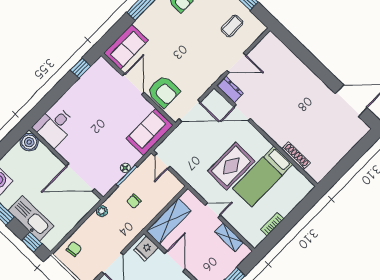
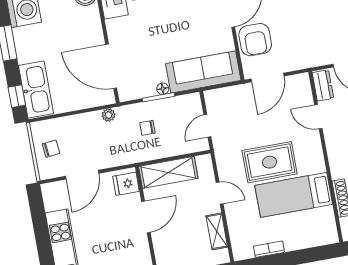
door: (190, 111) -> (268, 77), hinge flipped
sofa: (150, 132) -> (203, 72), width x1.36
door: (162, 161) -> (207, 126), moved
kitchen sink: (31, 218) -> (36, 90), moved
chair: (74, 249) -> (51, 149), moved

